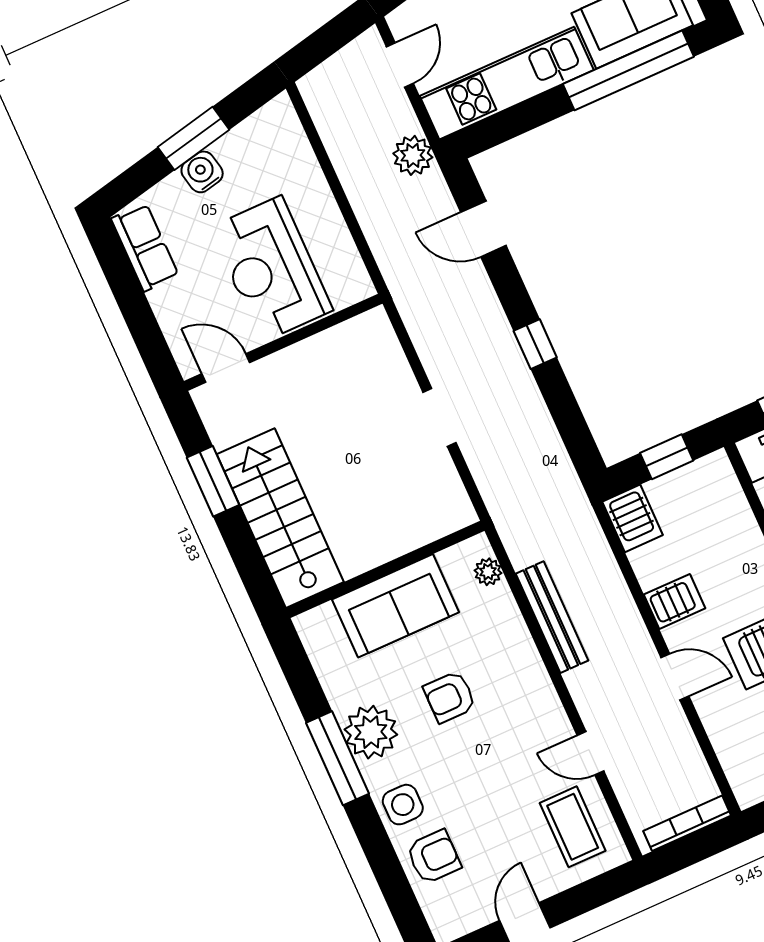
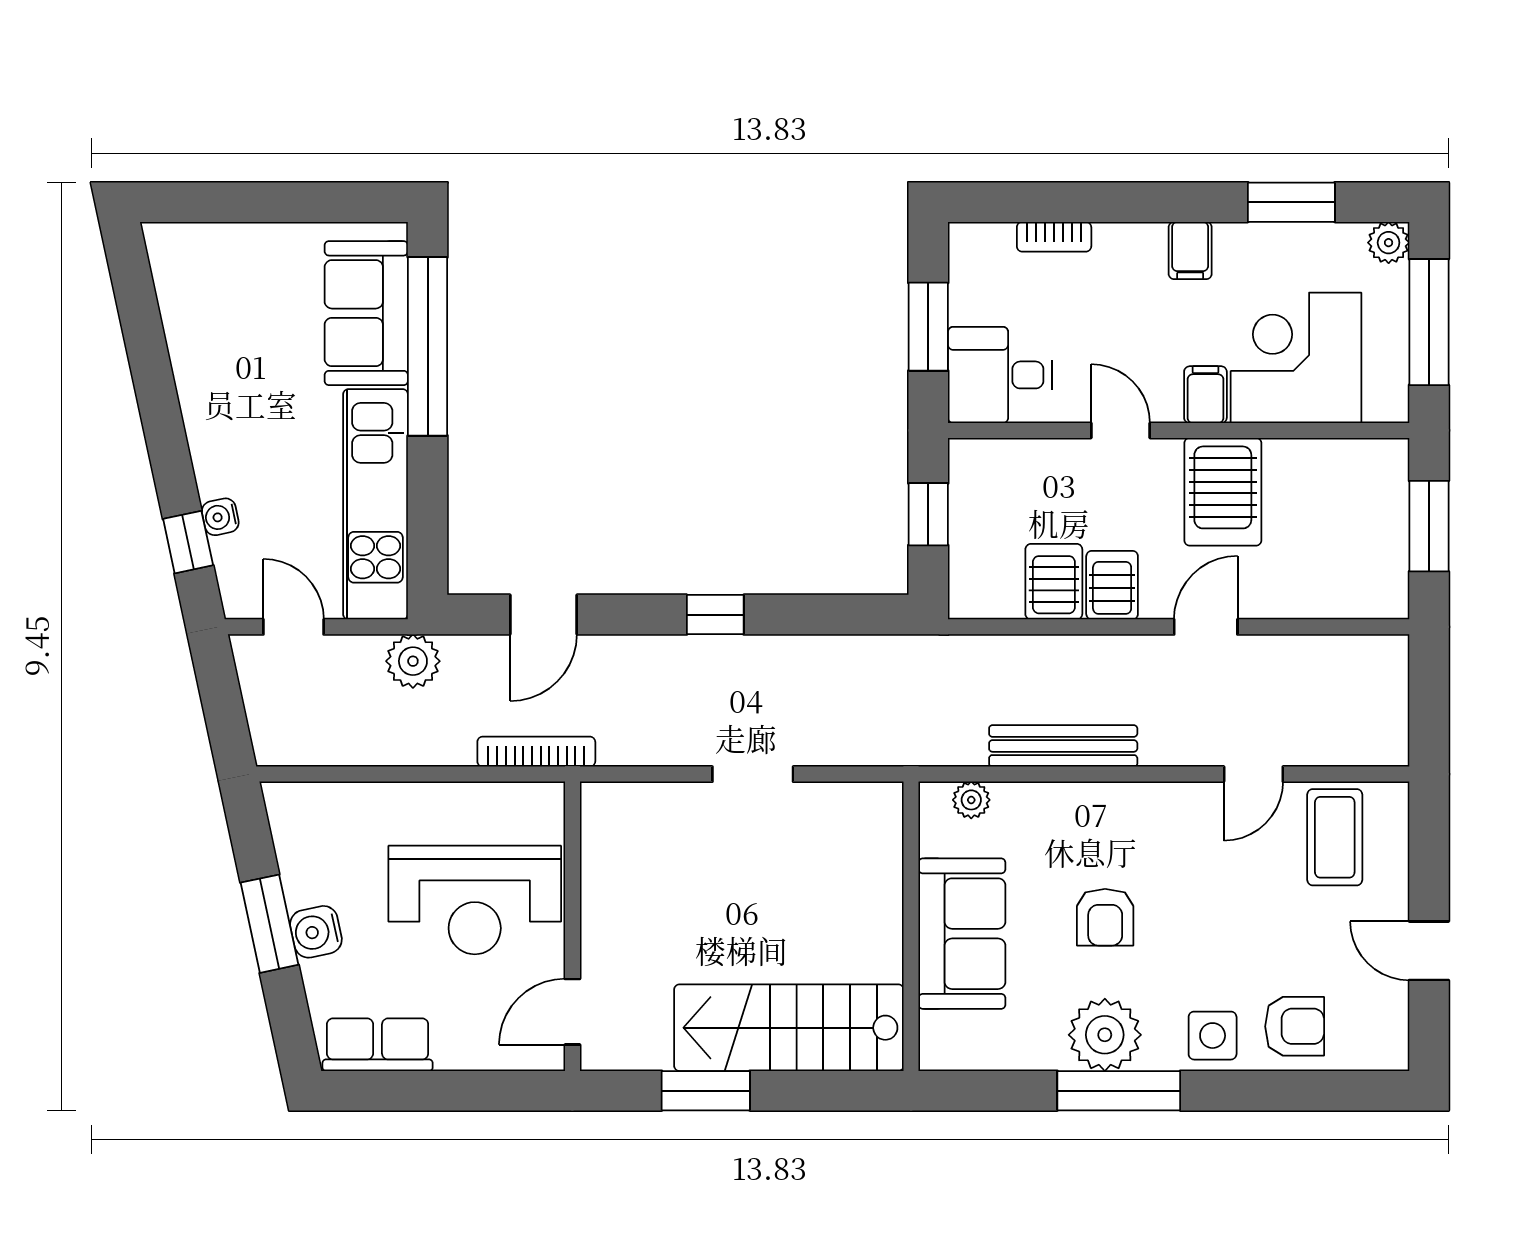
server rack: (633, 518) -> (1054, 582), moved, turned -90
bookcase: (687, 823) -> (536, 752), moved, turned 90
coffee table: (573, 827) -> (1335, 837), turned 90
armchair: (434, 857) -> (1295, 1026), turned 90

